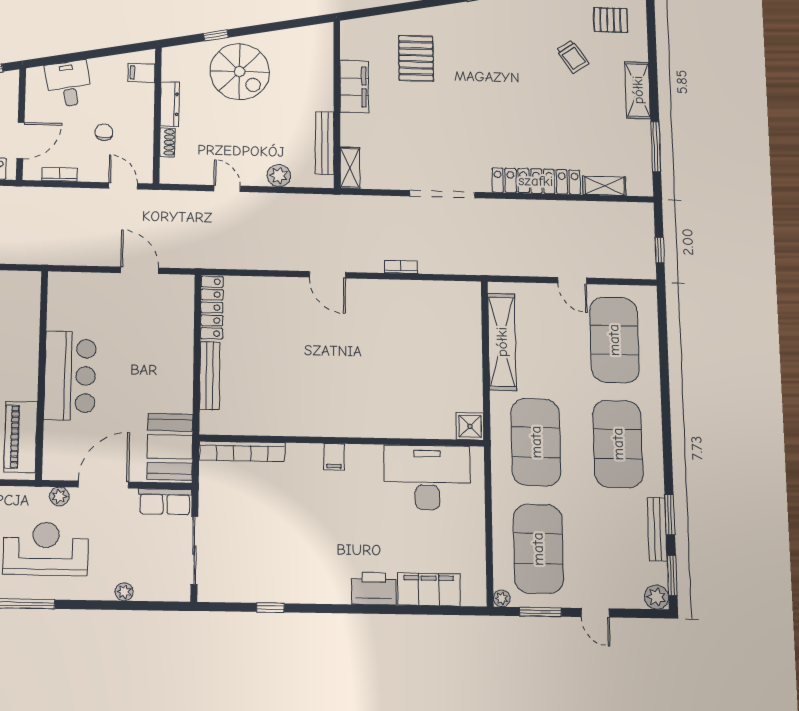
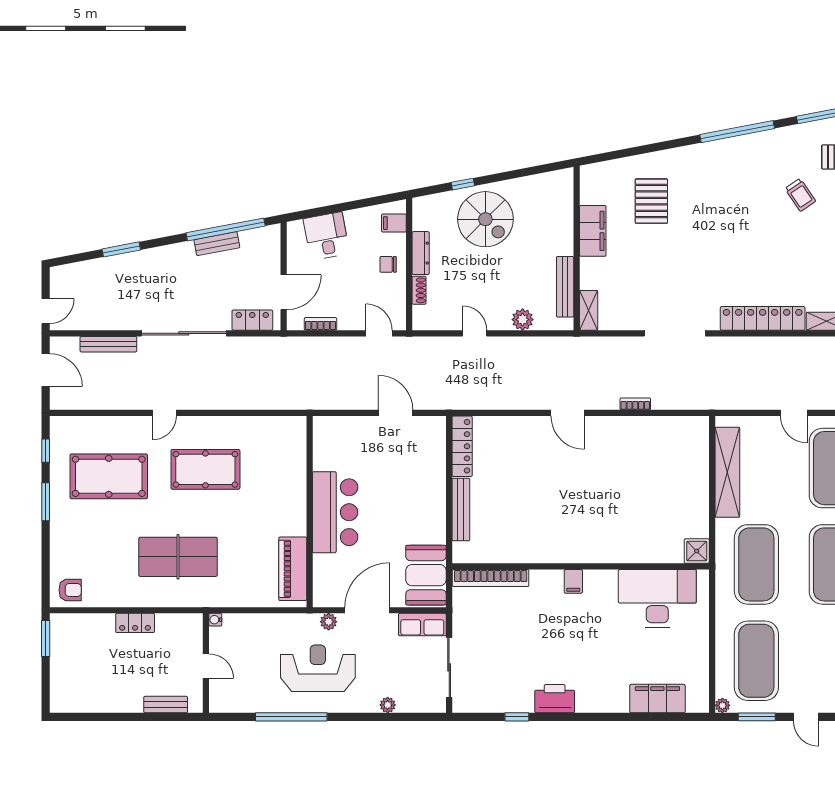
chair: (104, 132) -> (388, 264), moved, turned -90
printer: (374, 589) -> (555, 699), moved

